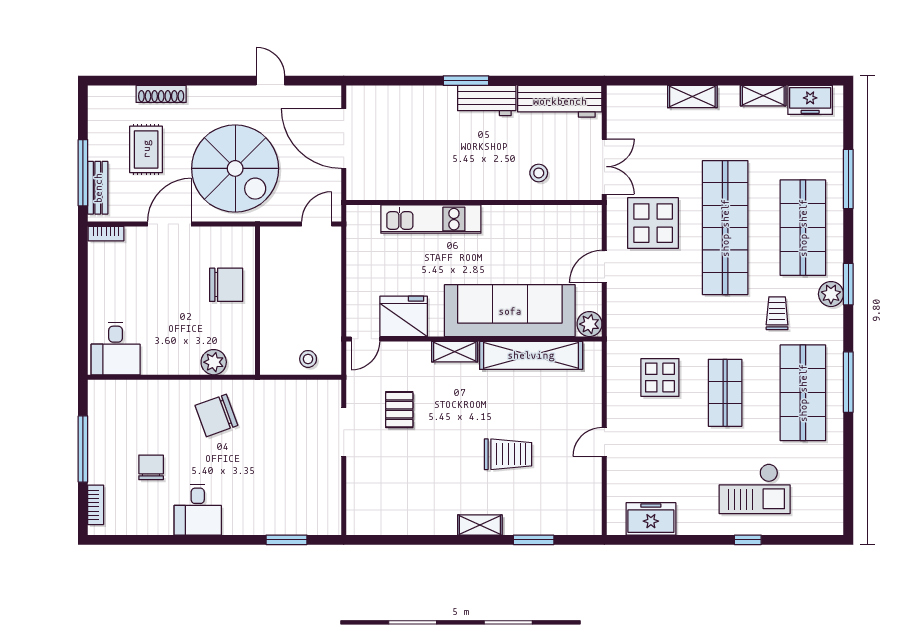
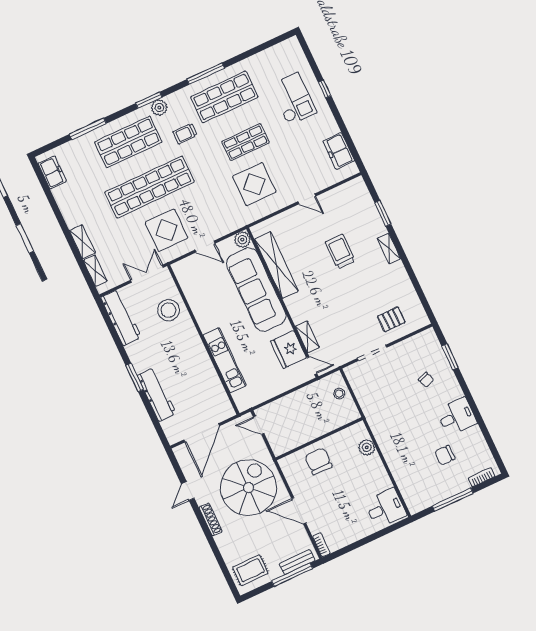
shoe rack: (161, 94) -> (211, 519), moved
shelving: (763, 96) -> (95, 271), moved
workbench: (487, 100) -> (157, 394), moved, width x1.37
rug: (146, 149) -> (250, 570), moved
stool: (539, 173) -> (168, 310), width x1.89, depth x1.89
shelving: (455, 352) -> (307, 337), moved
display table: (660, 377) -> (254, 184), width x1.36, depth x1.36
pallet: (399, 410) -> (391, 319), moved
chair: (216, 415) -> (426, 380), moved, width x0.54, depth x0.54

